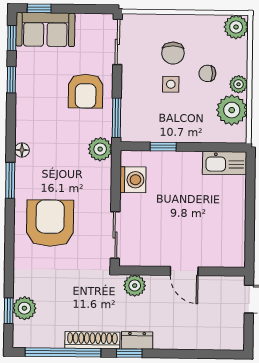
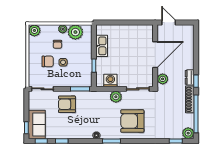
armchair: (86, 91) -> (67, 104), turned 180
plant: (100, 149) -> (116, 97), moved
kitchen sink: (225, 163) -> (102, 46), moved
door: (184, 271) -> (155, 55), width x1.88
plant: (24, 308) -> (188, 133), moved

